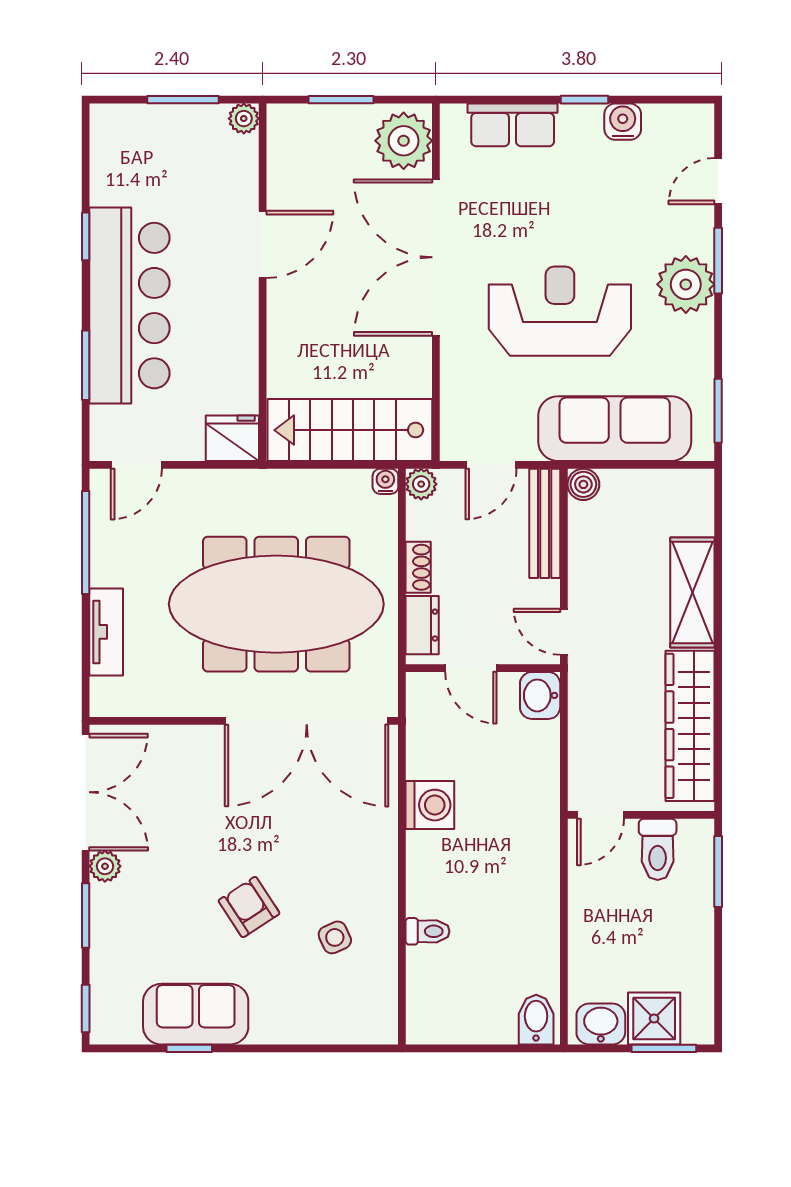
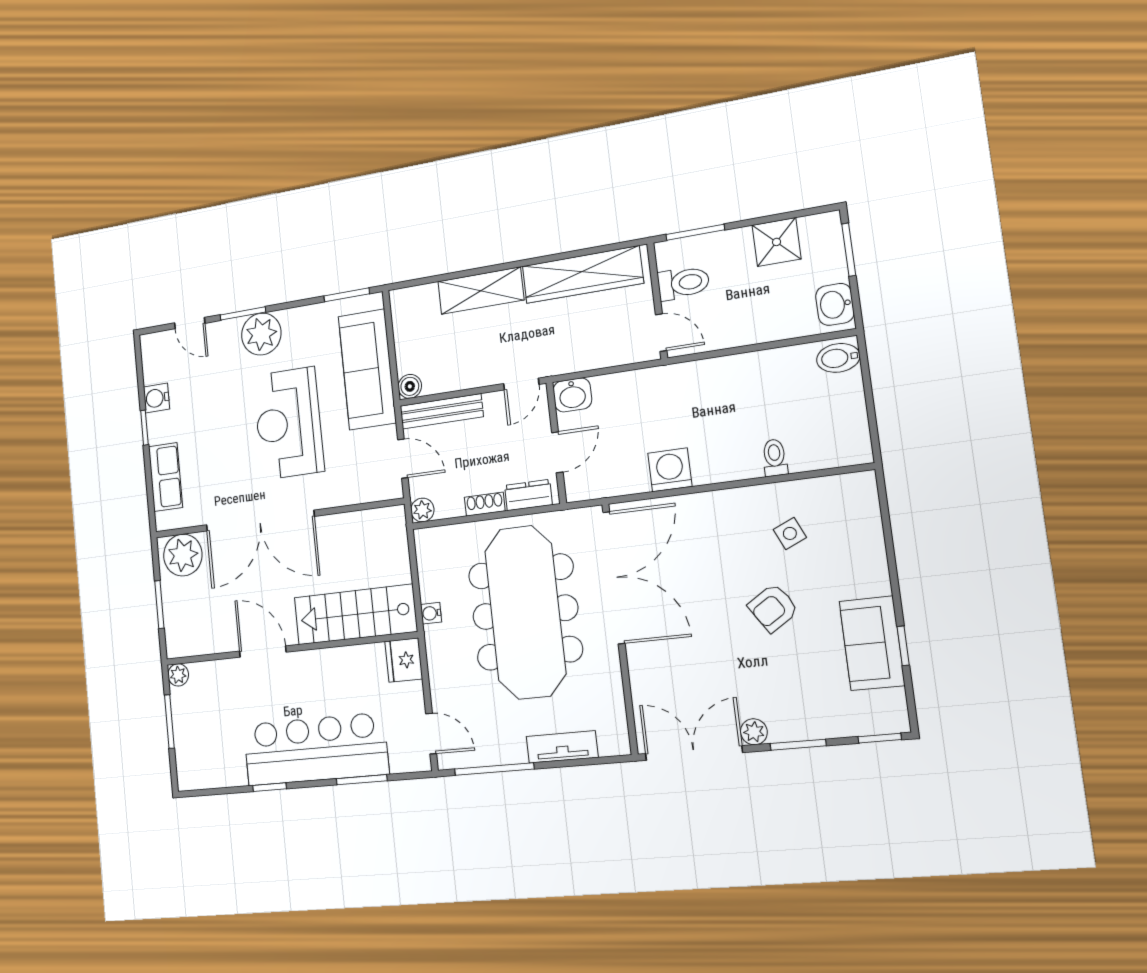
stairs: (350, 430) -> (355, 615), moved, turned 90
water cooler: (385, 481) -> (431, 613), moved
shower: (654, 1019) -> (777, 242), moved

